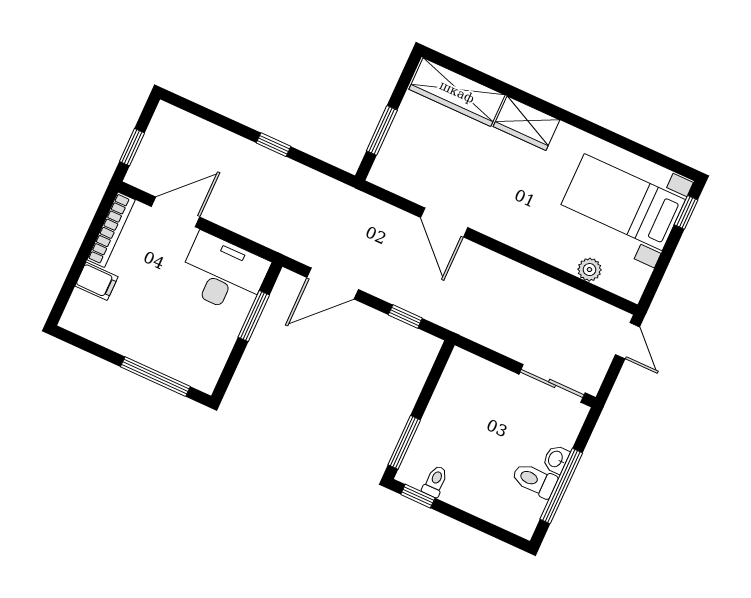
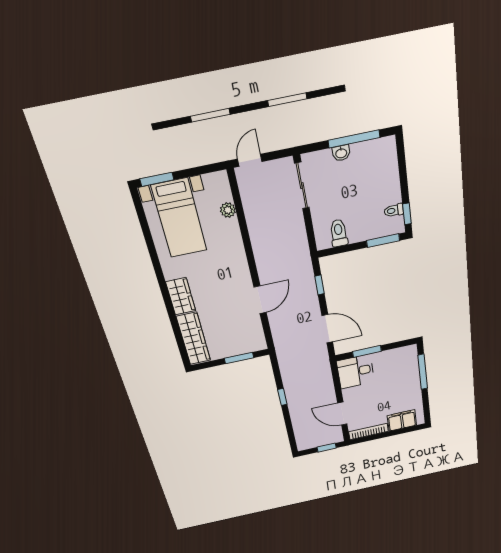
window: (686, 212) -> (157, 179), width x1.50
desk: (223, 274) -> (356, 372), width x0.73
filing cabinet: (97, 281) -> (402, 420), width x2.00
toilet: (534, 480) -> (339, 233), moved, turned 180

